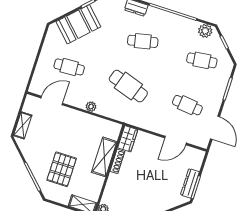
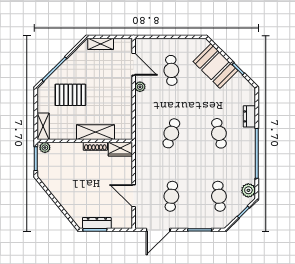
cafe table: (128, 86) -> (171, 133), width x0.73, depth x0.74
plant: (91, 107) -> (140, 87), moved

